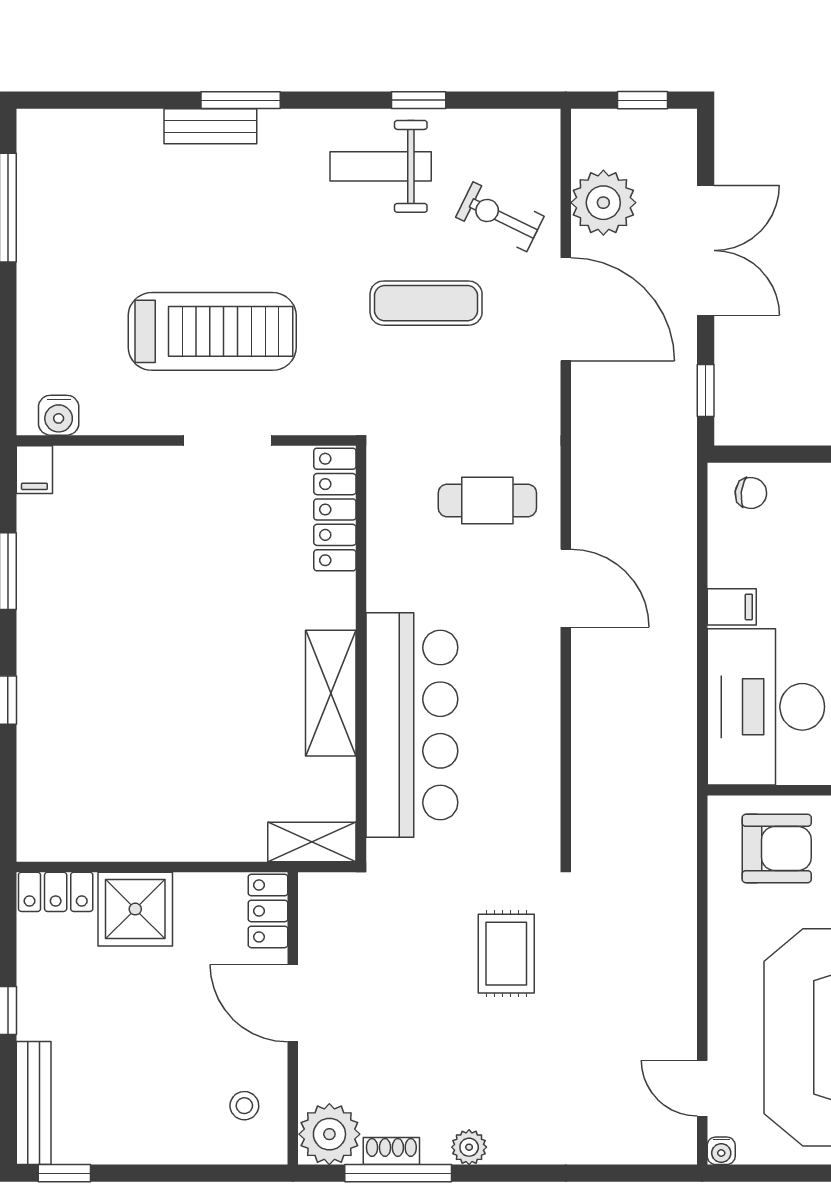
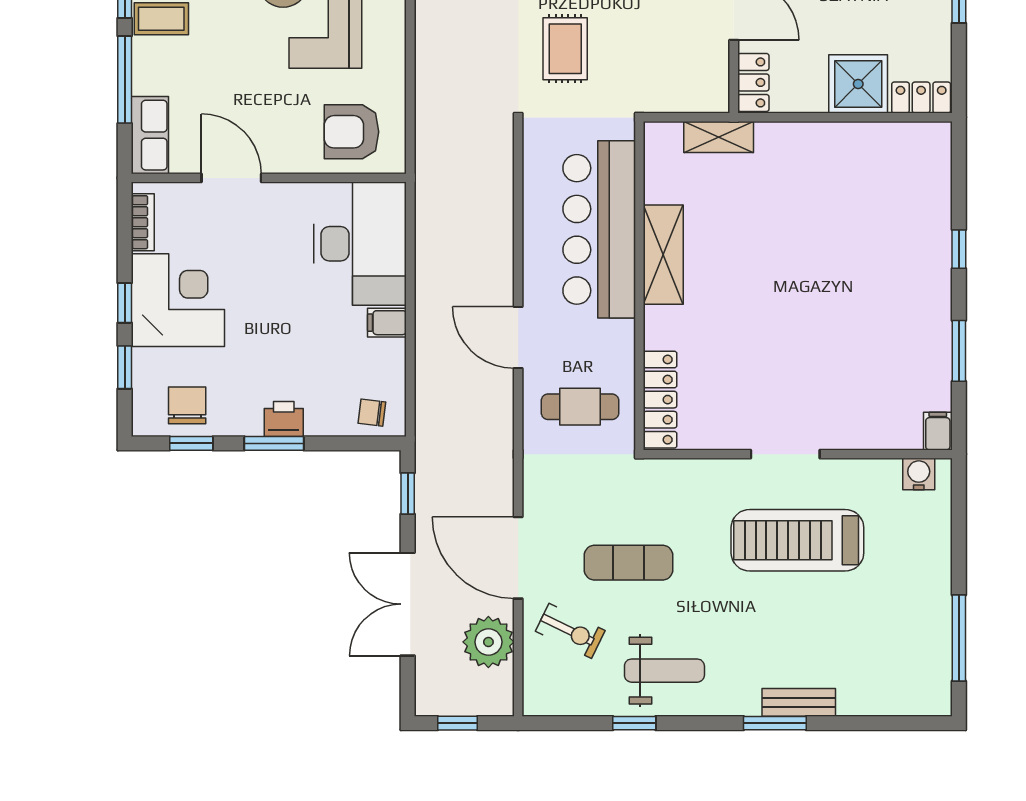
locker: (335, 509) -> (660, 400), moved
wall: (361, 654) -> (639, 286), moved
shelving: (331, 693) -> (663, 255), moved
bar counter: (412, 725) -> (599, 229), moved

